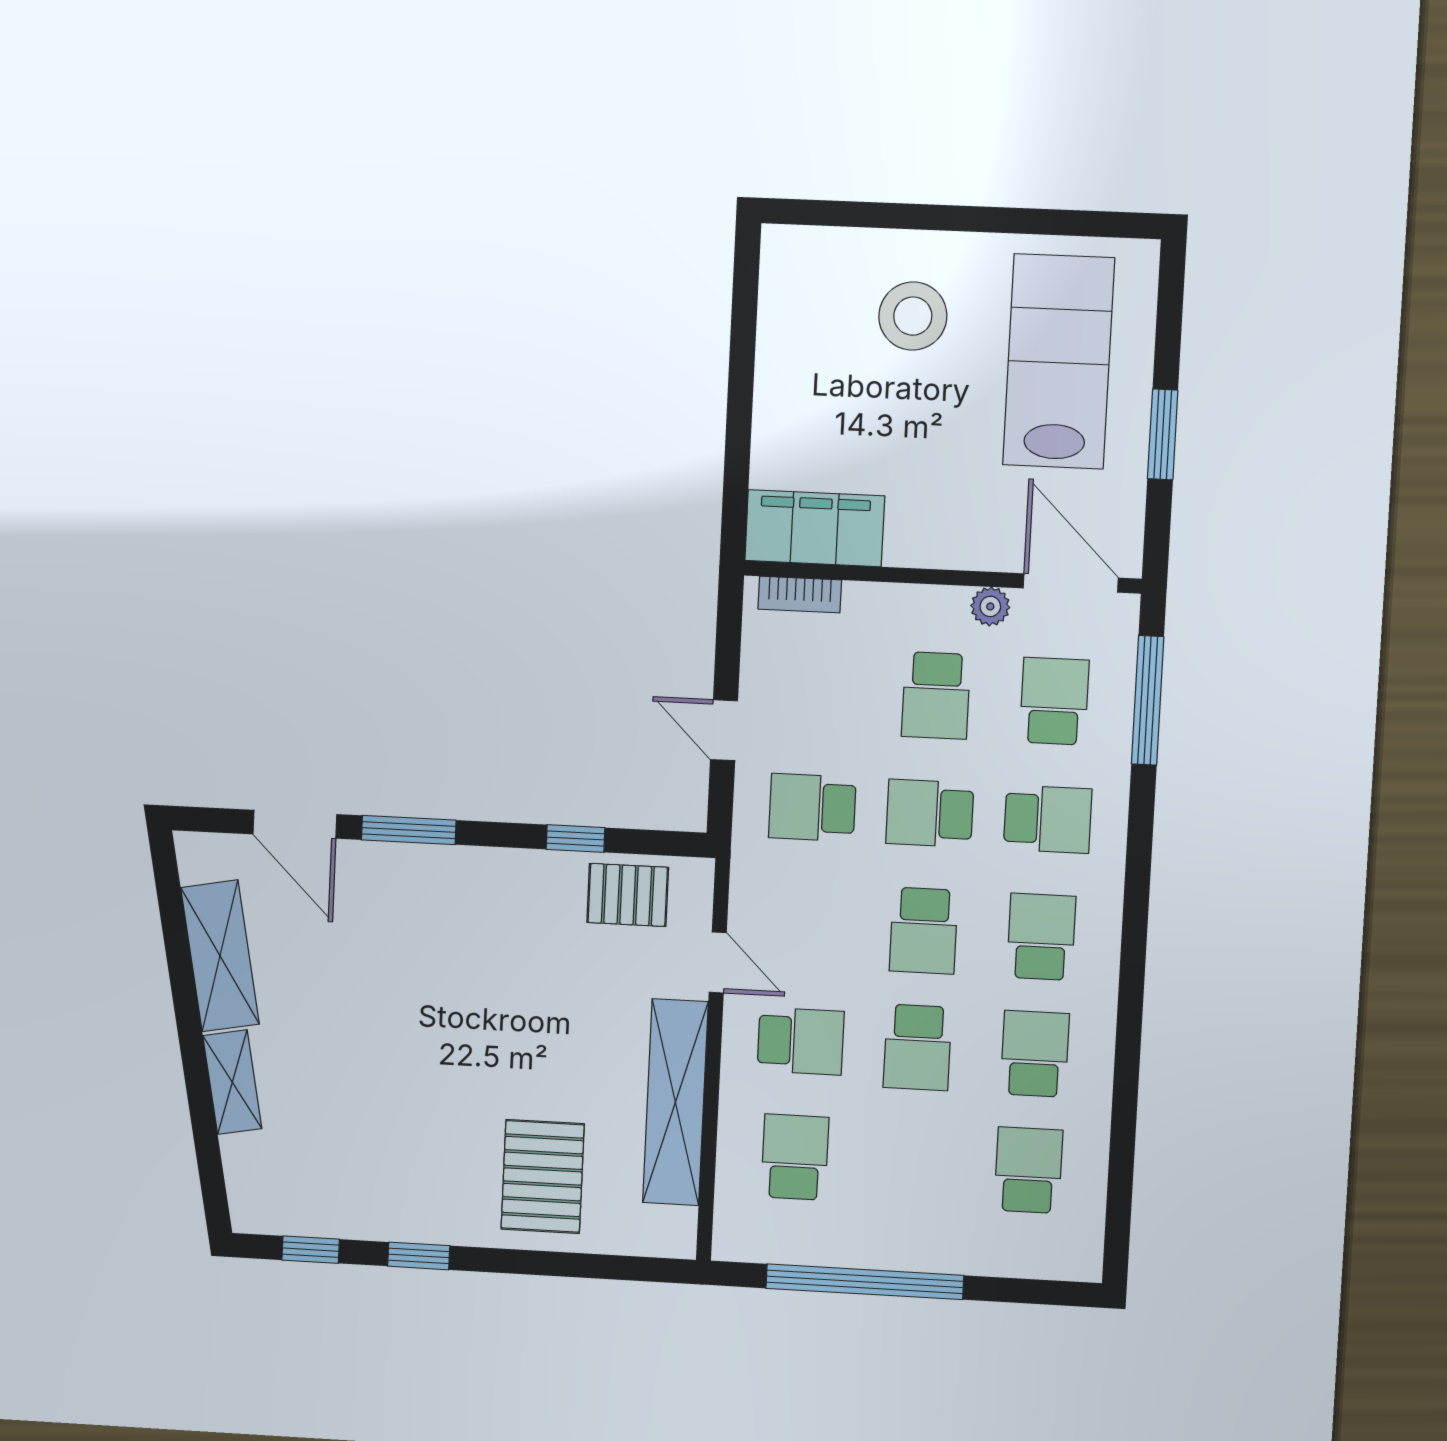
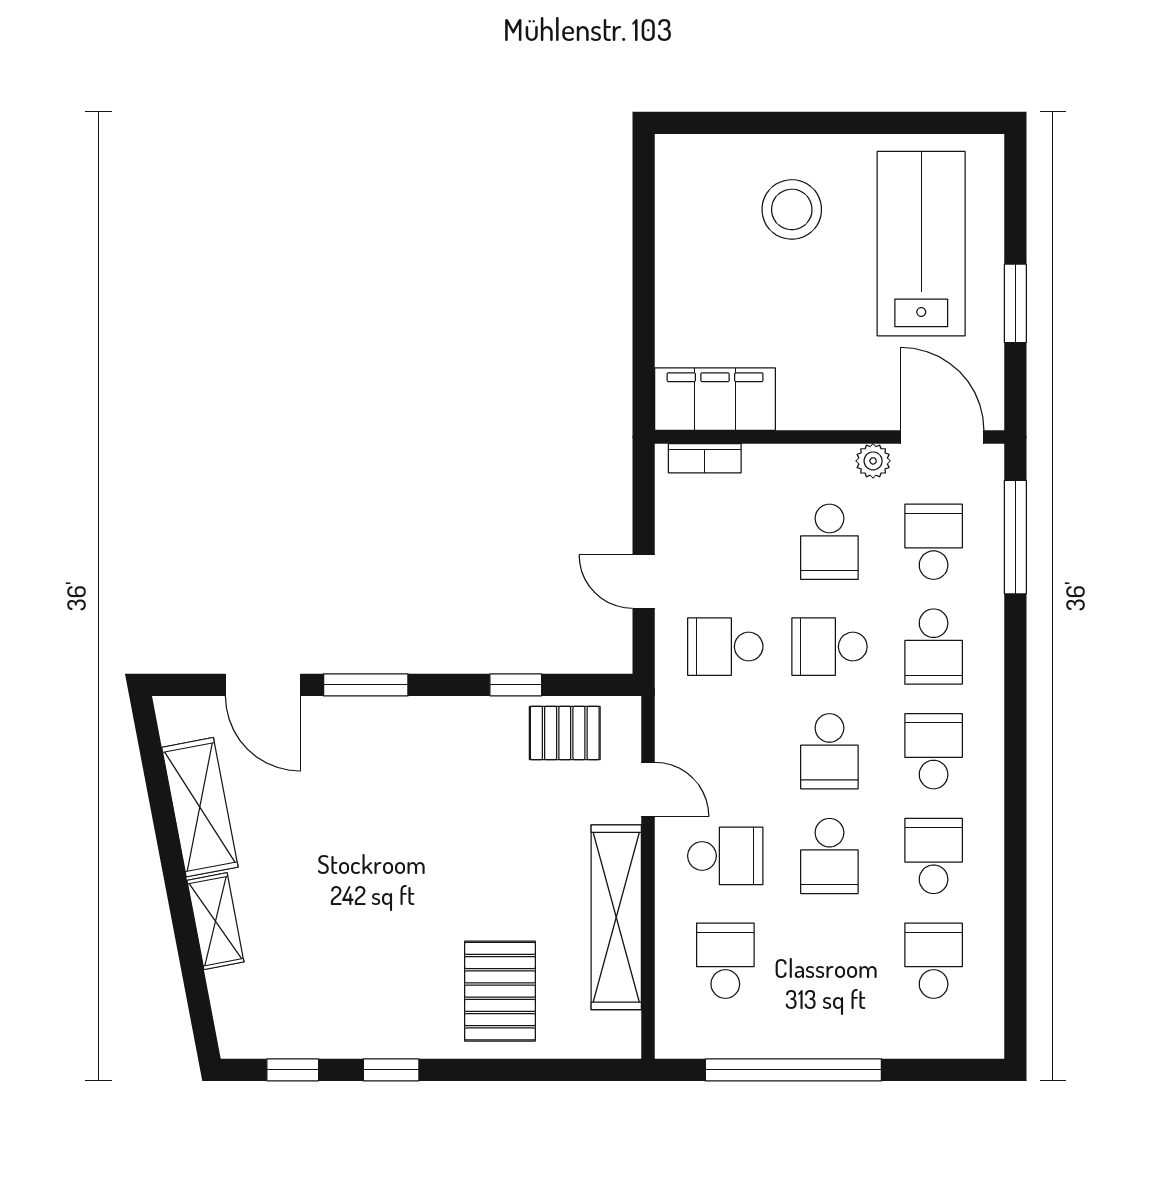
school desk: (1048, 819) -> (934, 647), turned 90

